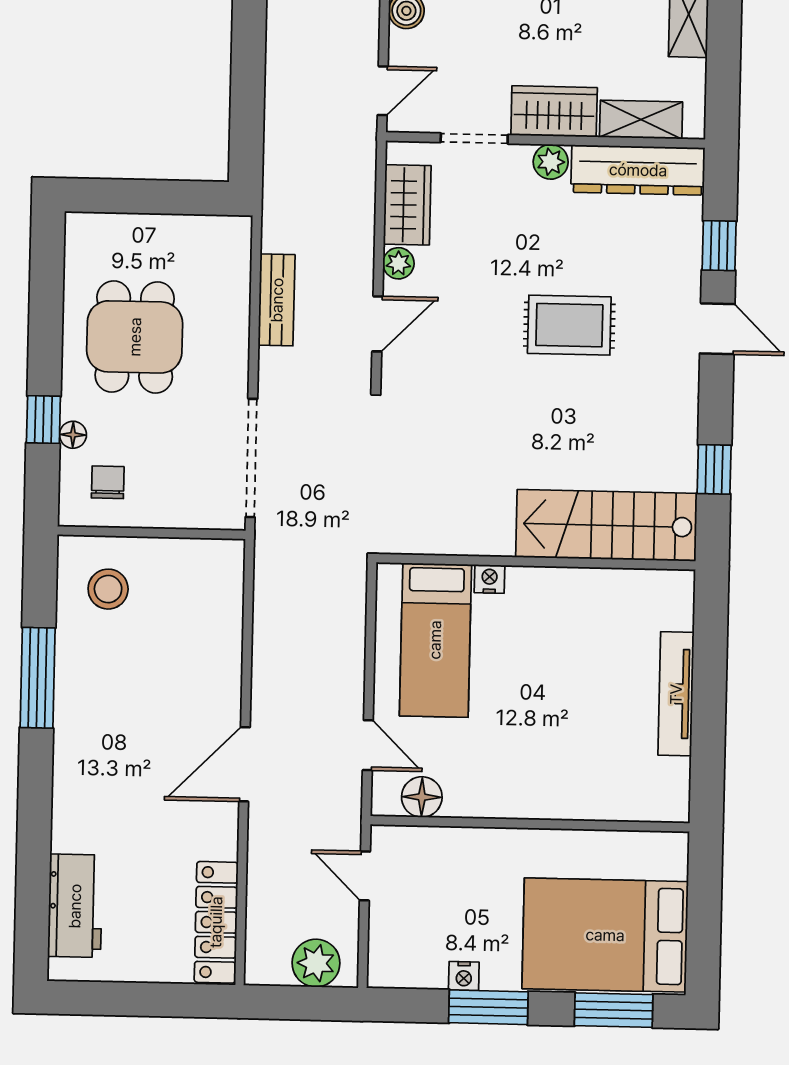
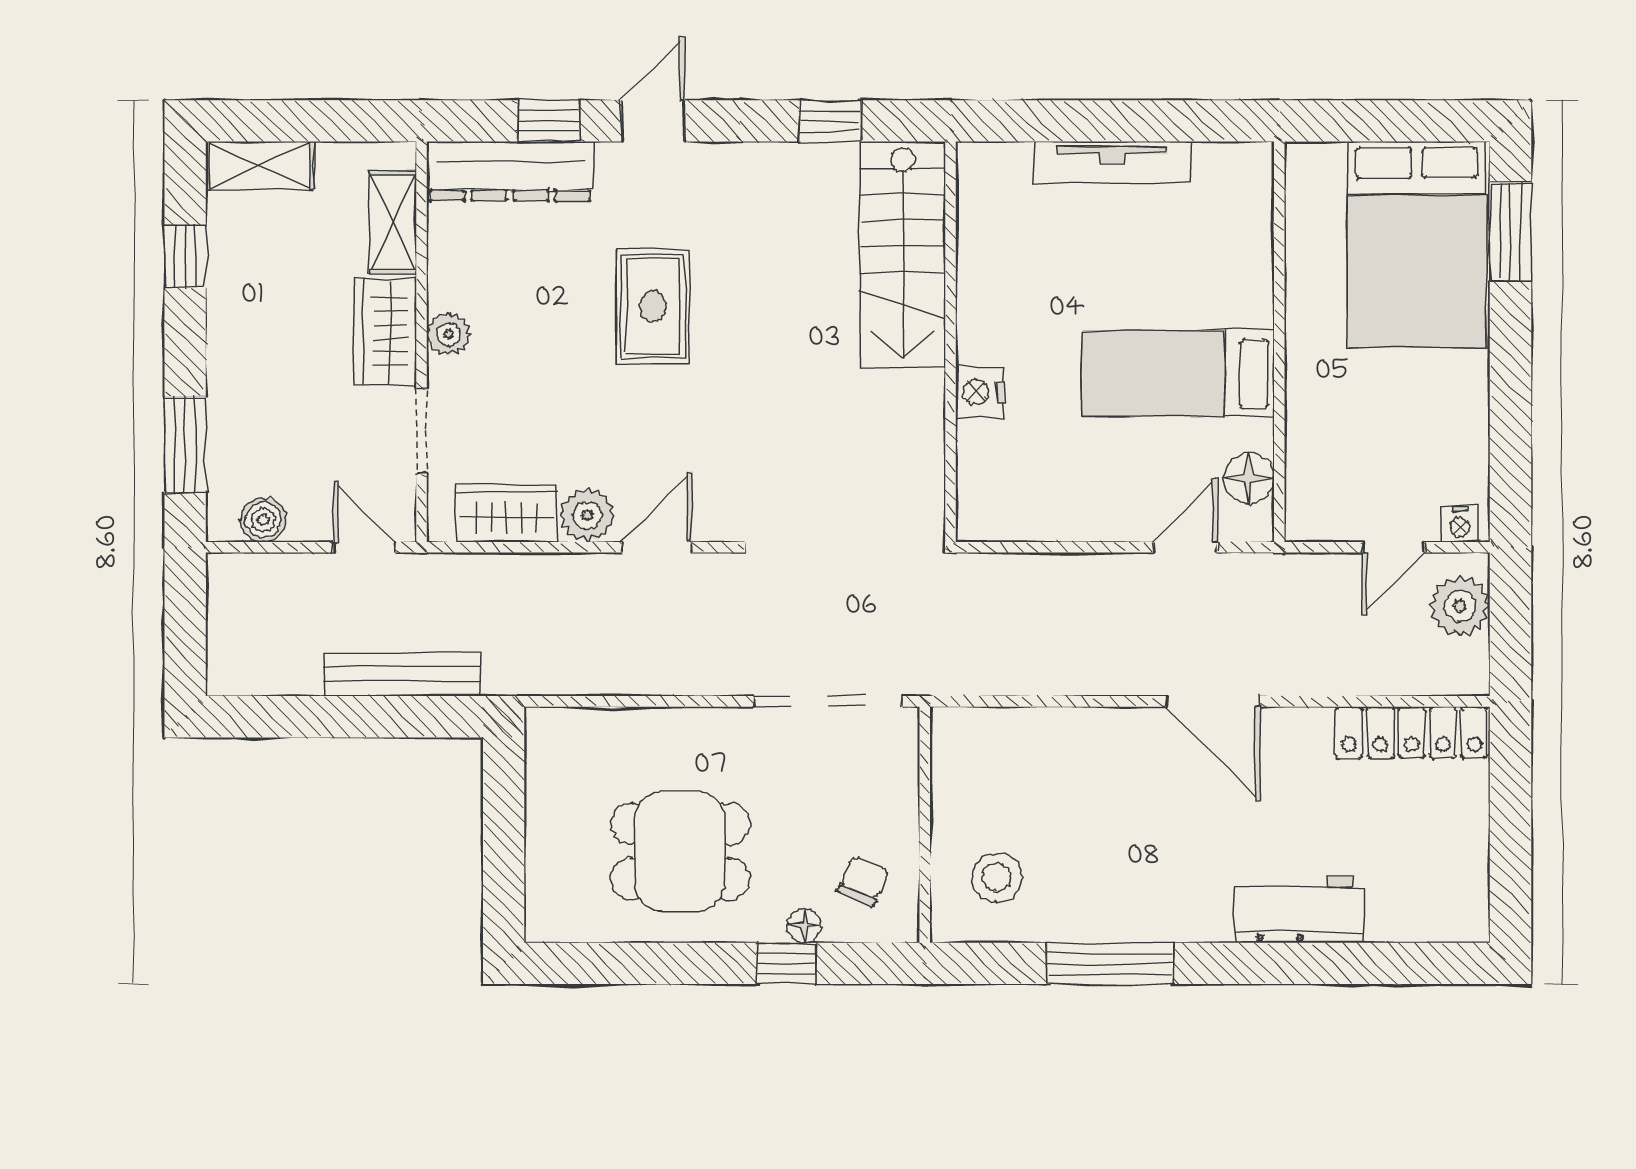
dresser: (638, 170) -> (510, 171), moved, turned 90
plant: (398, 263) -> (587, 515), width x1.38, depth x1.38
bench: (277, 300) -> (402, 674), moved, width x1.36
door: (377, 324) -> (657, 547), hinge flipped
chair: (108, 482) -> (863, 881), turned 113
nightstand: (490, 579) -> (980, 392), width x1.39, depth x1.35
bed: (435, 640) -> (1178, 374), moved, turned 180
door: (365, 876) -> (1393, 547), moved
workbench: (75, 906) -> (1299, 910), moved
nightstand: (464, 976) -> (1460, 524), moved, turned 90
window: (488, 1007) -> (1510, 389), removed

